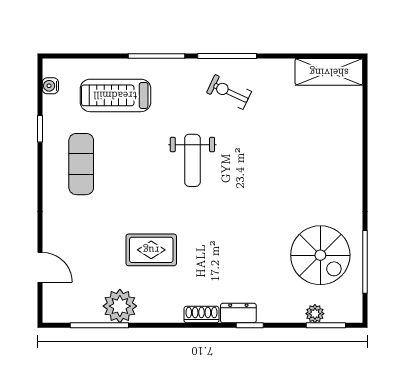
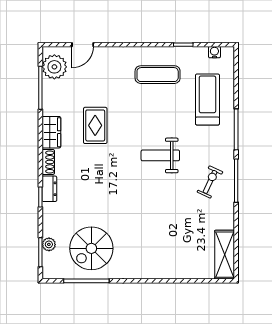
plant: (120, 306) -> (54, 67), moved
wardrobe: (160, 310) -> (51, 132), added

